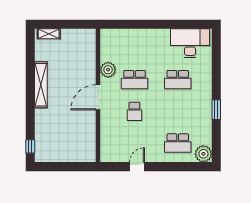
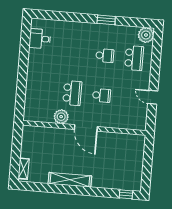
desk: (190, 43) -> (40, 39), width x0.53, depth x0.77
school desk: (178, 80) -> (105, 56), moved, width x0.54

